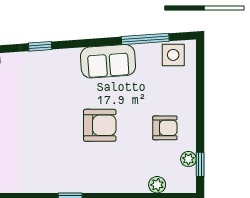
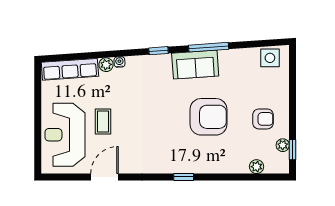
window: (145, 39) -> (209, 47), moved
sofa: (108, 61) -> (195, 65), moved
armchair: (100, 125) -> (208, 117), width x1.36, depth x1.36

